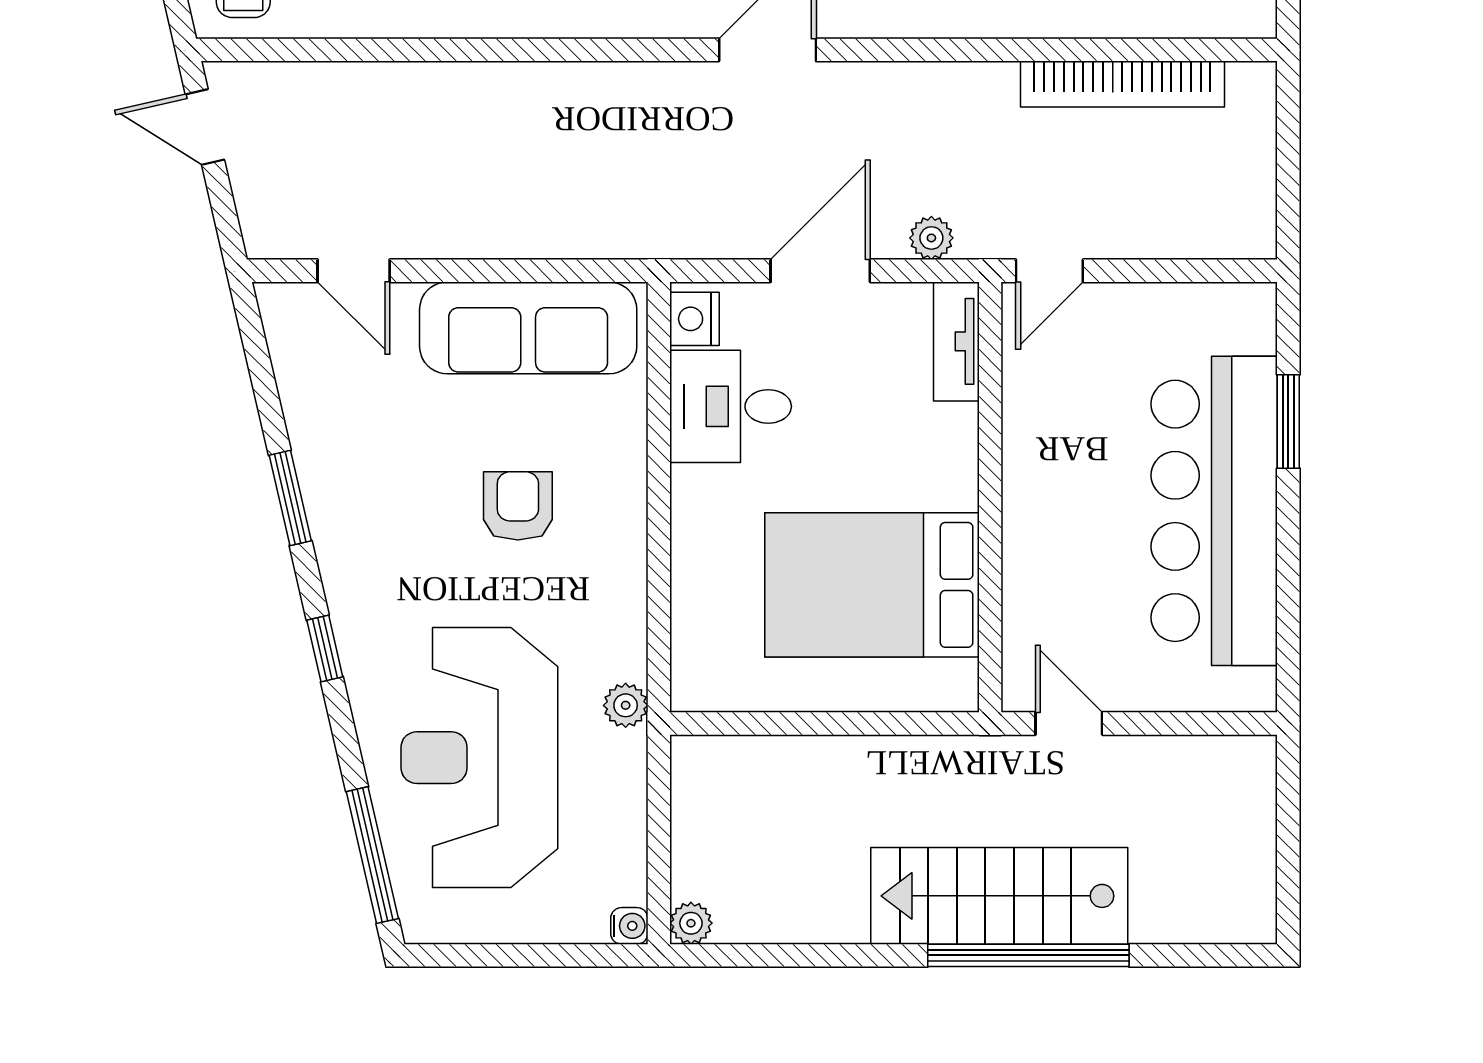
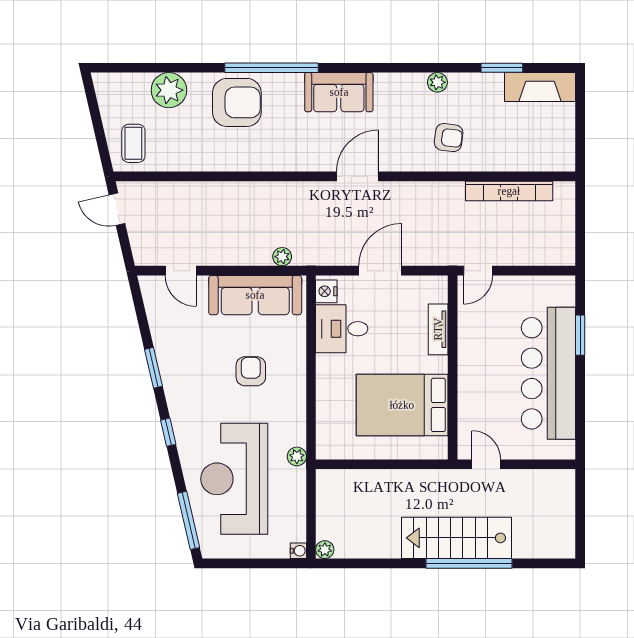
plant: (931, 238) -> (282, 257), moved
tv unit: (956, 341) -> (438, 329), moved

